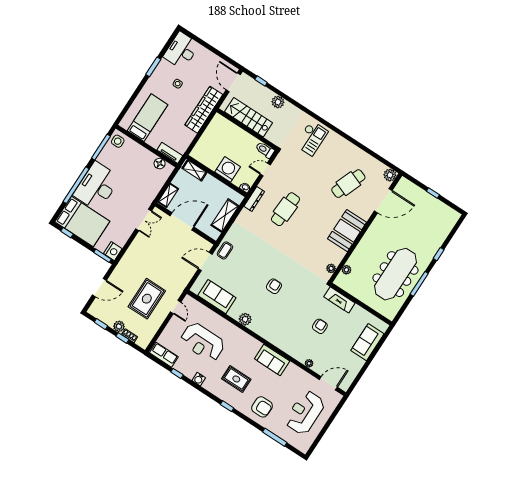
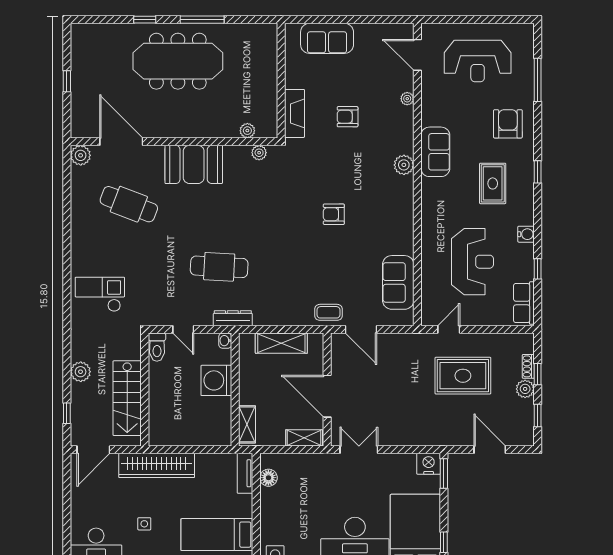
meeting table: (395, 274) -> (178, 61), moved
plant: (245, 319) -> (404, 165), moved

